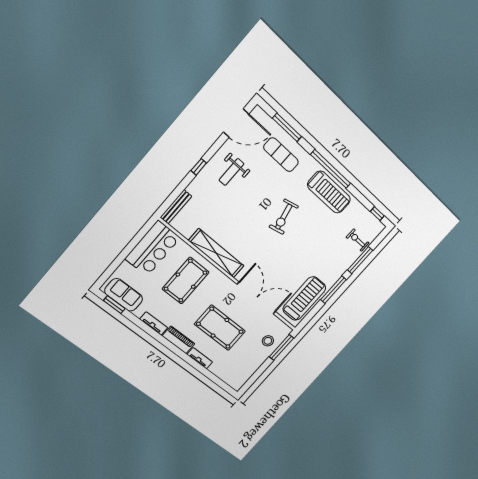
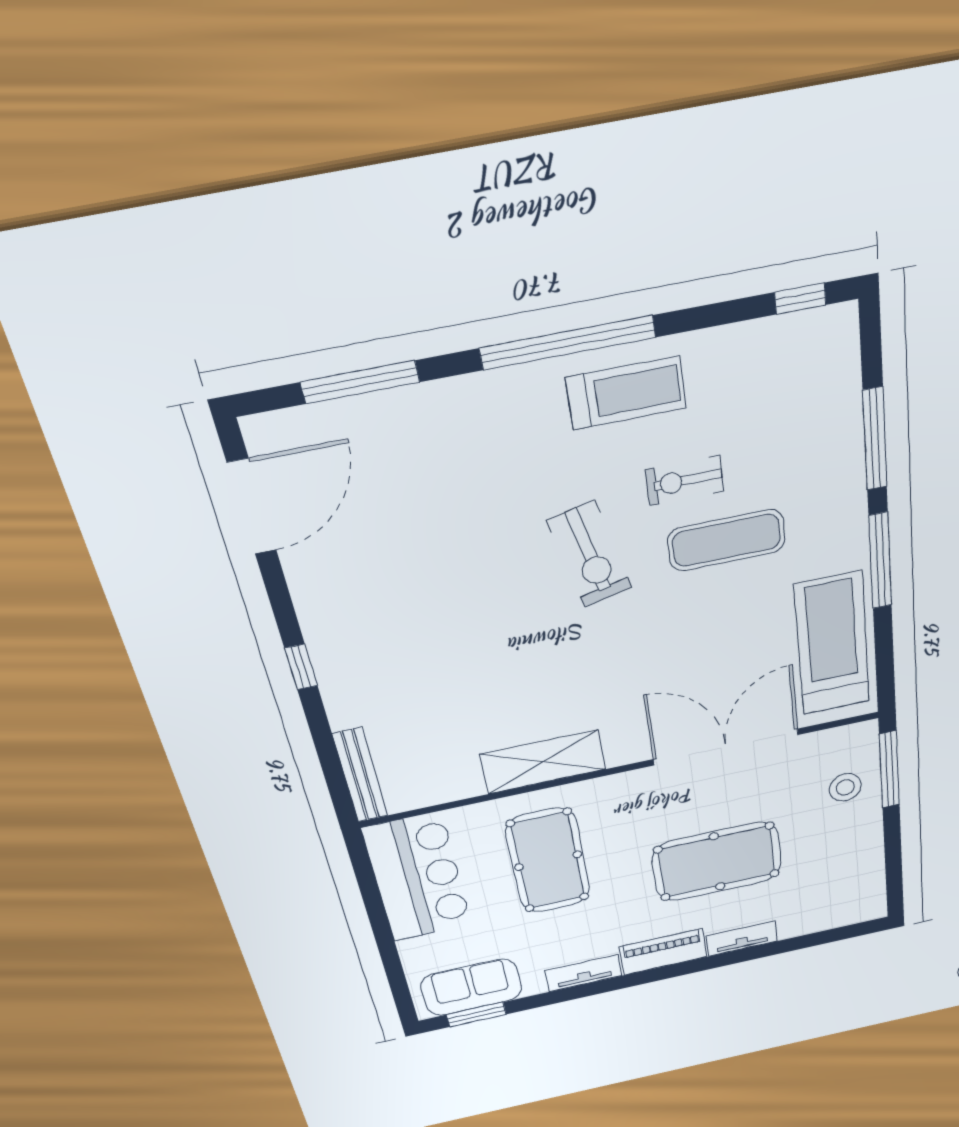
exercise mat: (281, 155) -> (727, 540), moved
weight bench: (231, 172) -> (373, 602), removed
treadmill: (329, 192) -> (626, 393), width x0.73, depth x0.73
exercise bike: (358, 240) -> (684, 480), moved
shelving: (216, 253) -> (543, 762), width x0.68

